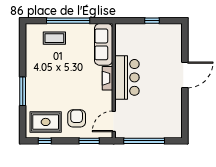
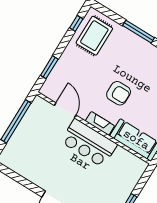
armchair: (77, 118) -> (119, 93), moved
door: (114, 121) -> (65, 110), moved

